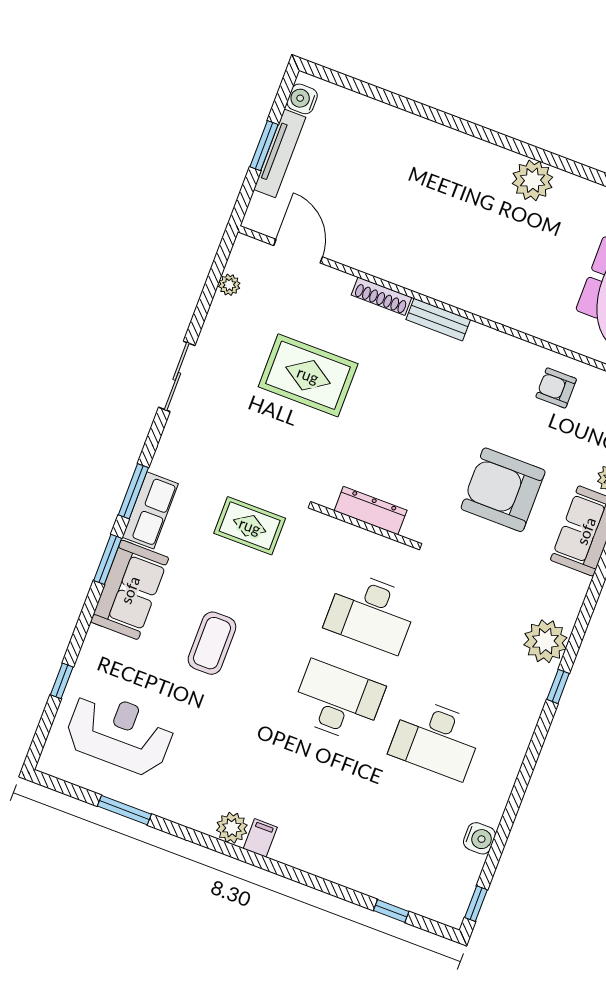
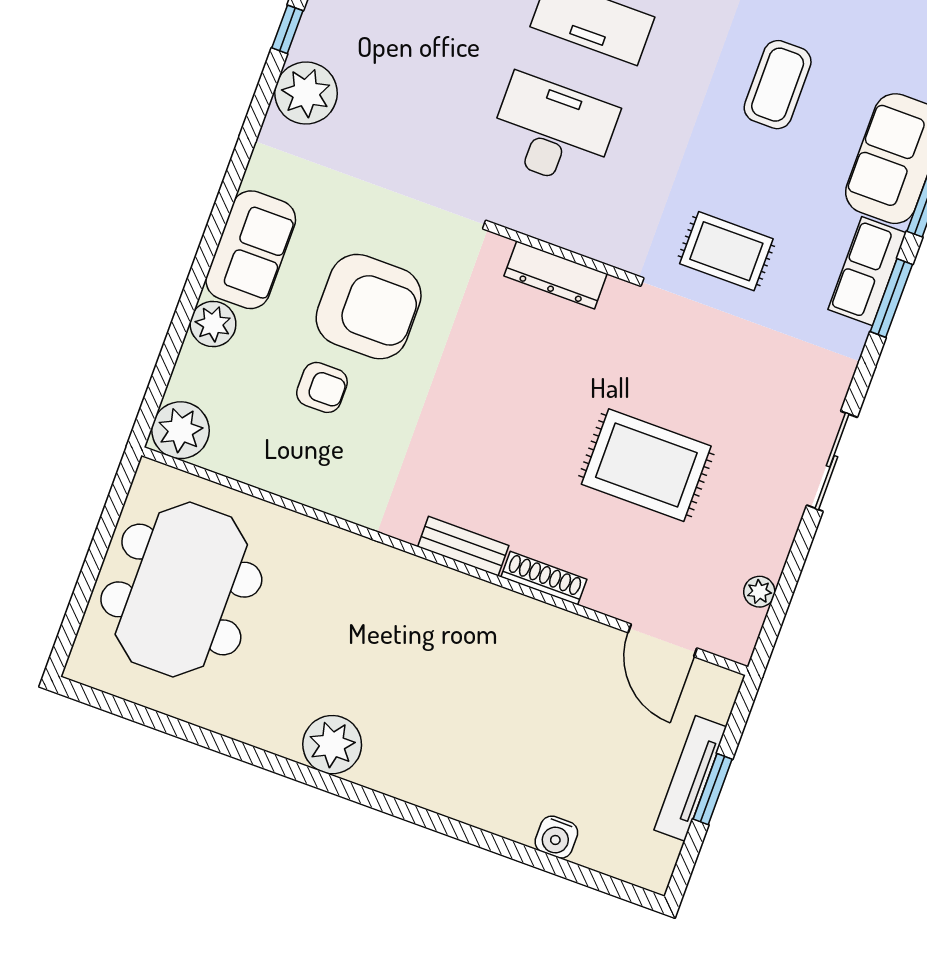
water cooler: (302, 99) -> (556, 837), moved, turned 90
armchair: (556, 388) -> (322, 387), moved

